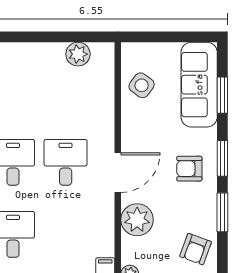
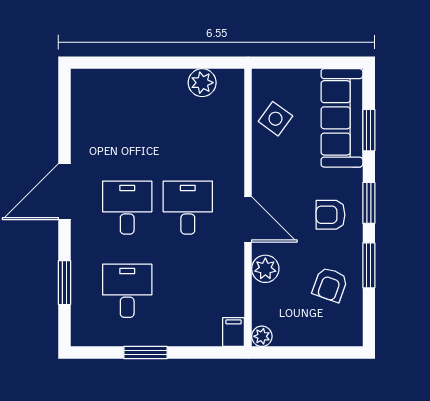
door: (118, 173) -> (248, 219), hinge flipped
plant: (137, 220) -> (265, 269), width x0.73, depth x0.73
armchair: (196, 249) -> (330, 285), moved

